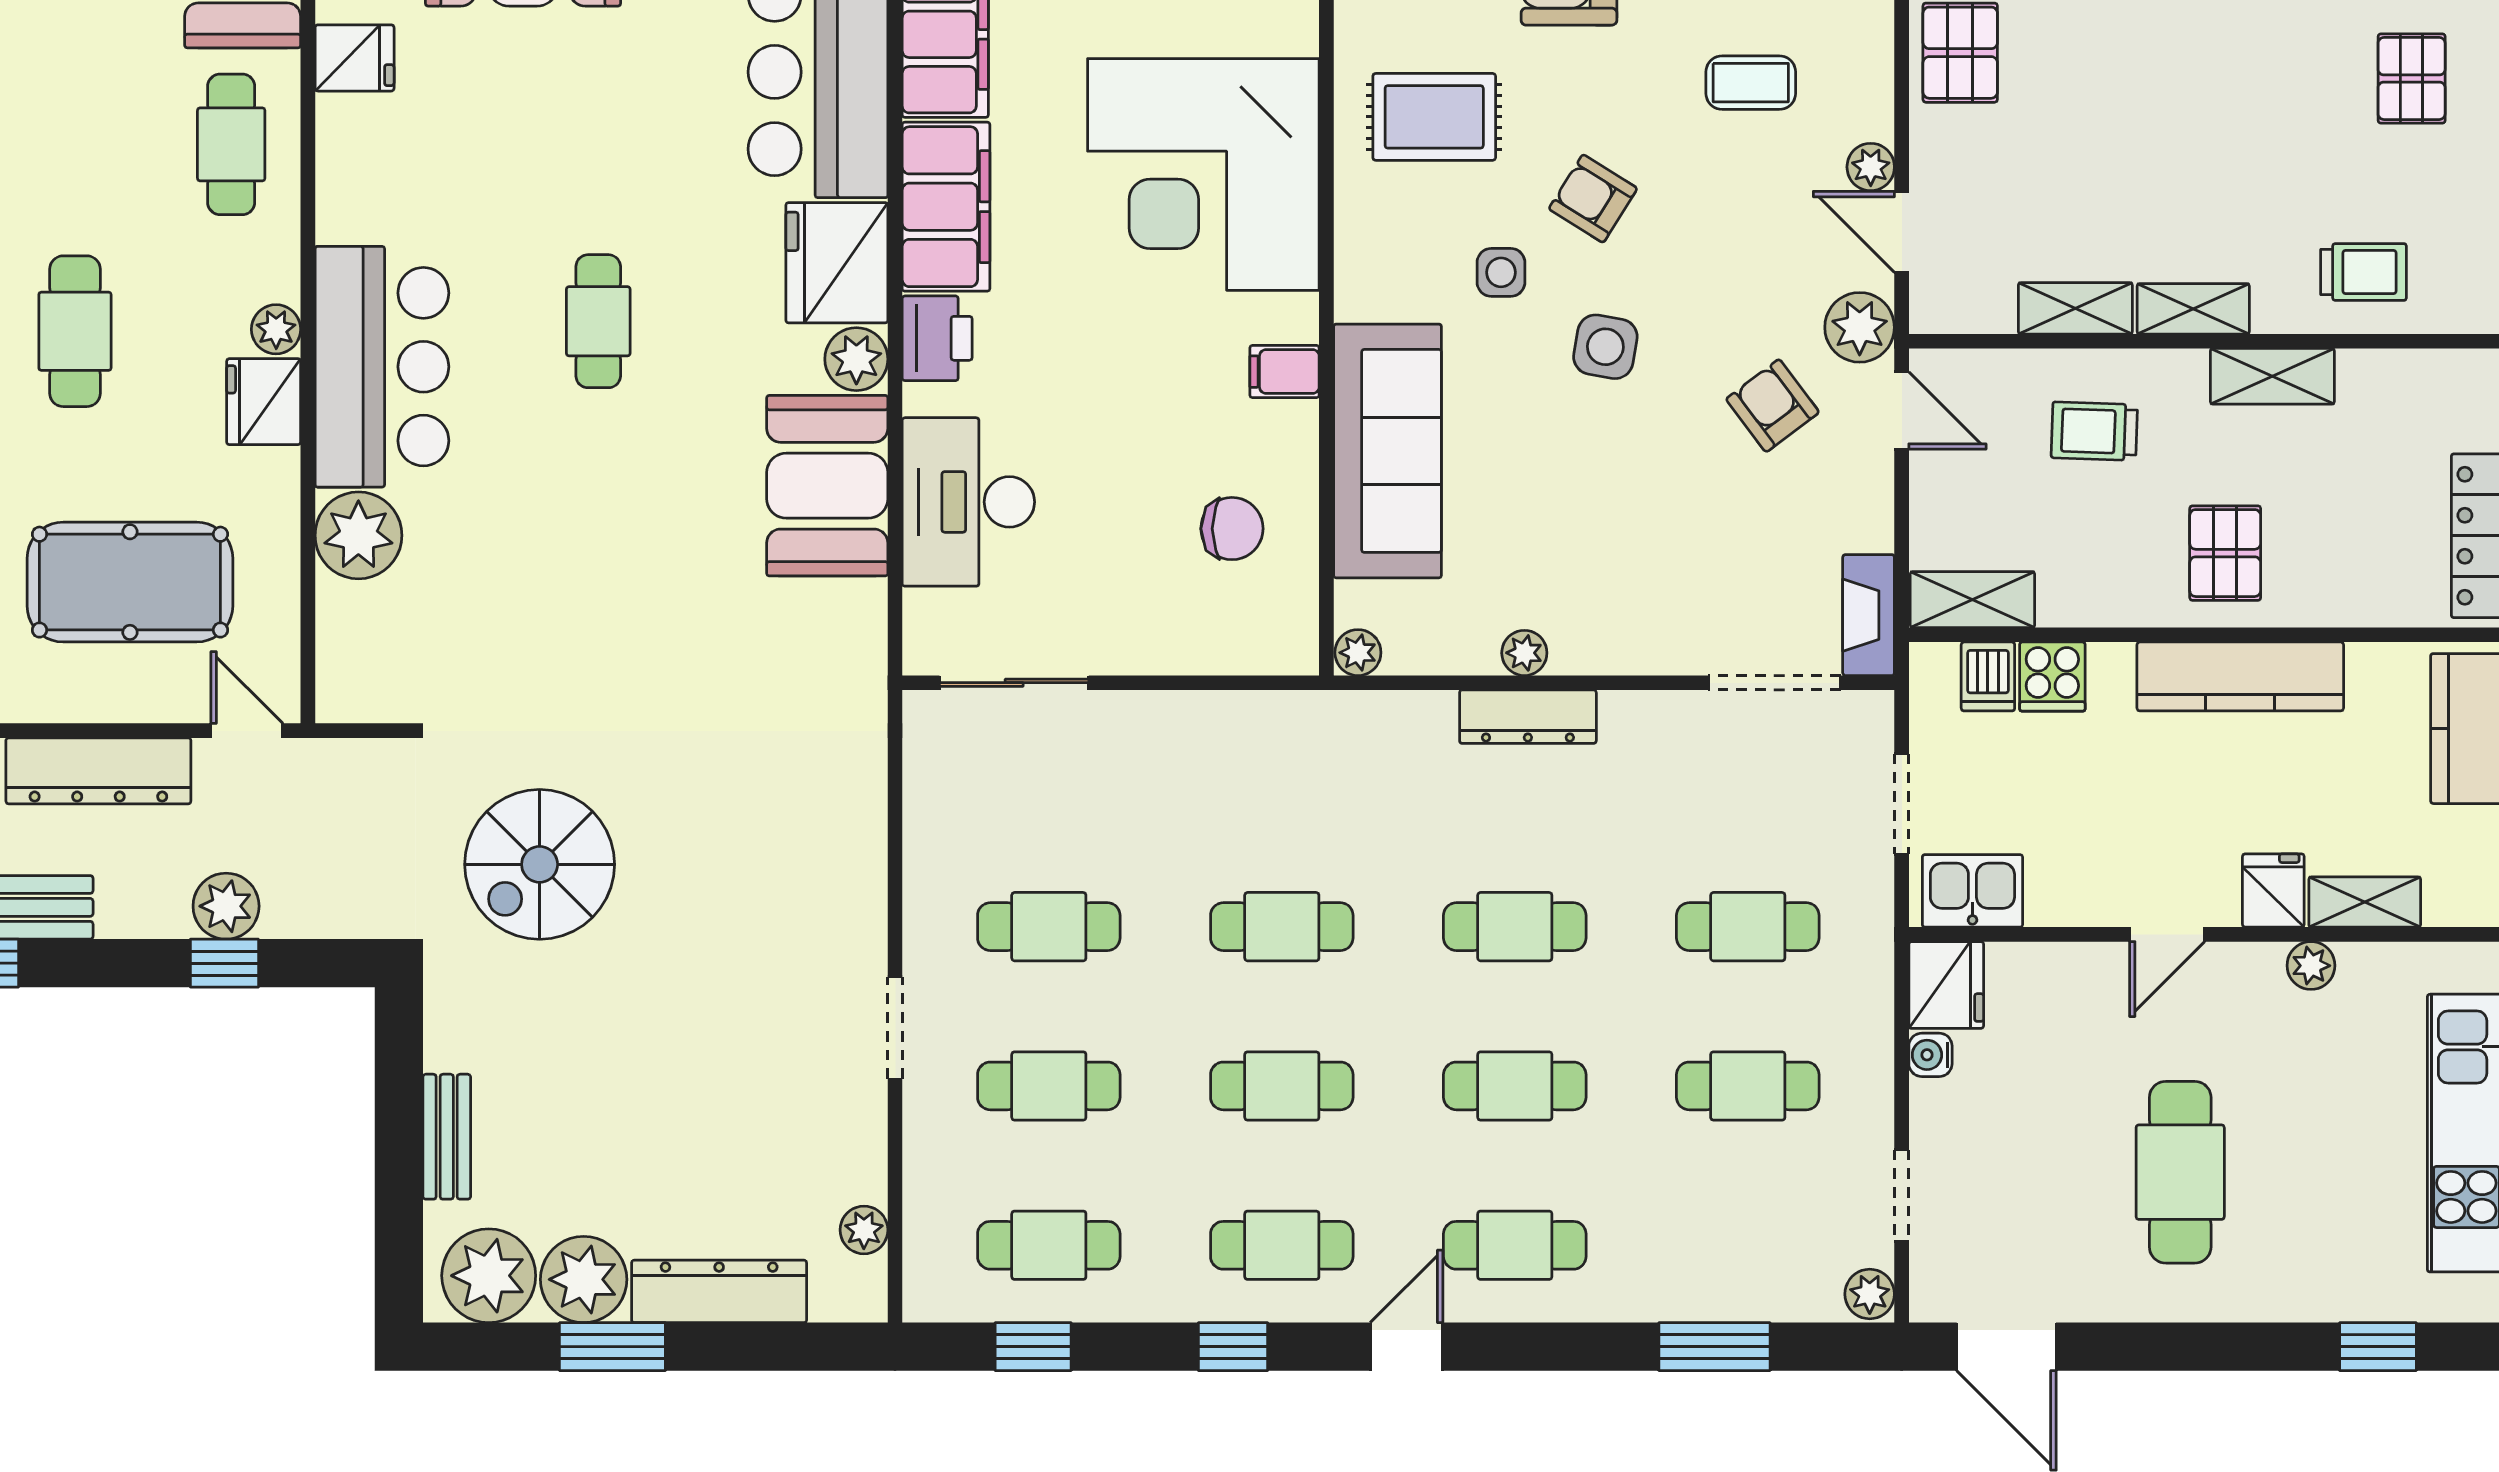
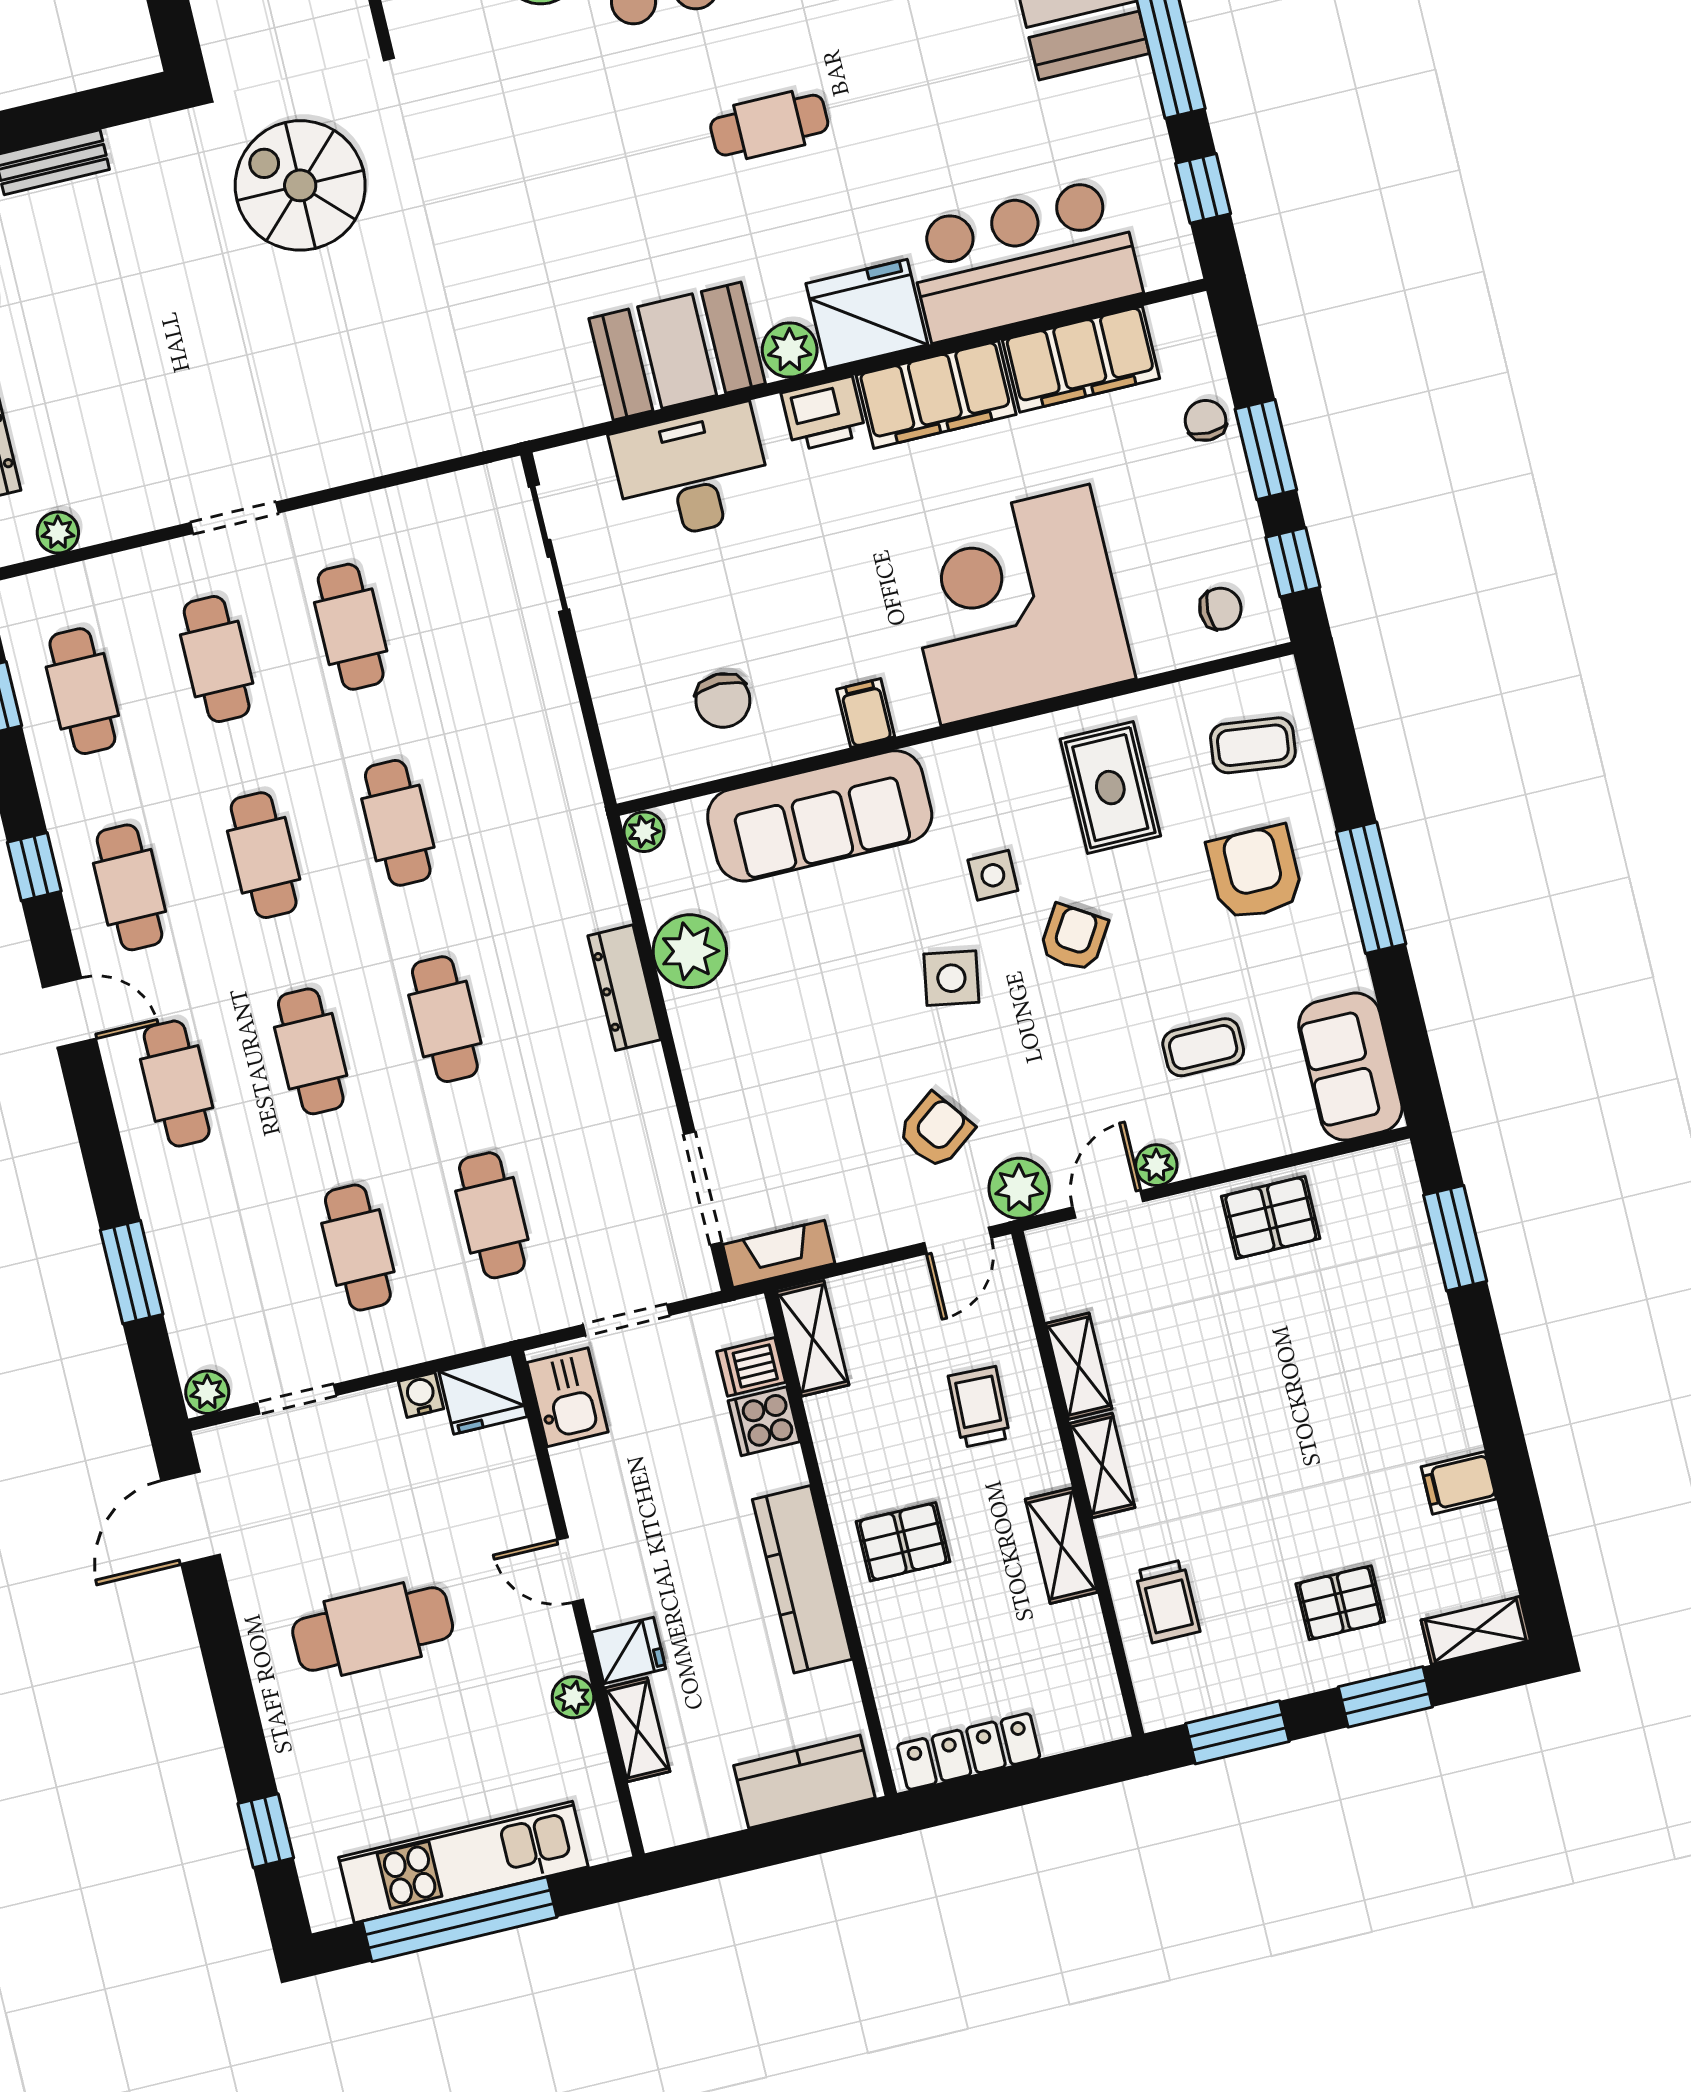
coffee table: (1751, 83) -> (1203, 1047), turned 90
plant: (1524, 653) -> (690, 951), width x1.87, depth x1.87

